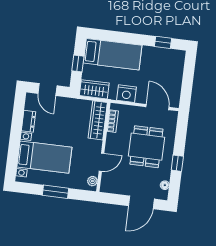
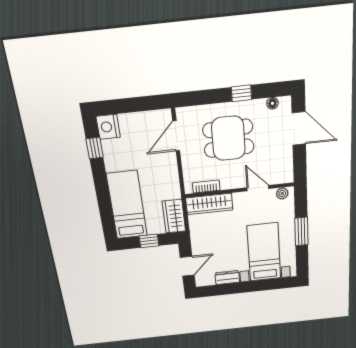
nightstand: (126, 94) -> (108, 127), moved, turned 180

